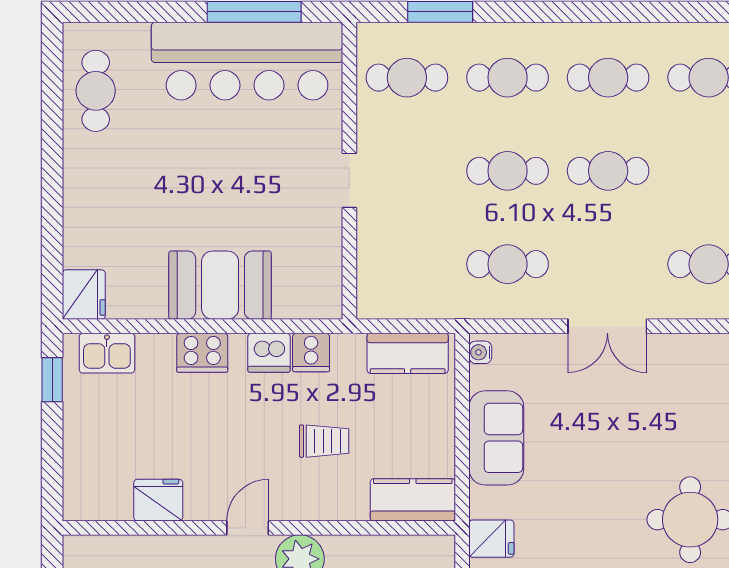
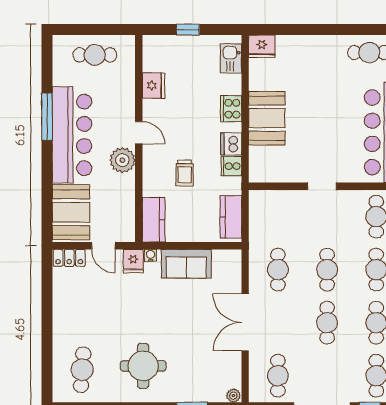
double door: (607, 326) -> (245, 322), width x1.37
water cooler: (480, 352) -> (151, 255), moved
window: (52, 380) -> (188, 30), moved

